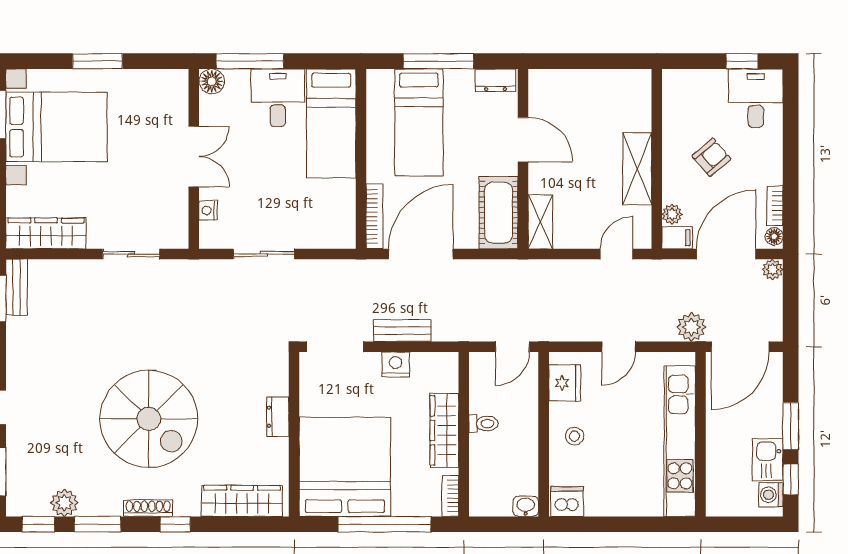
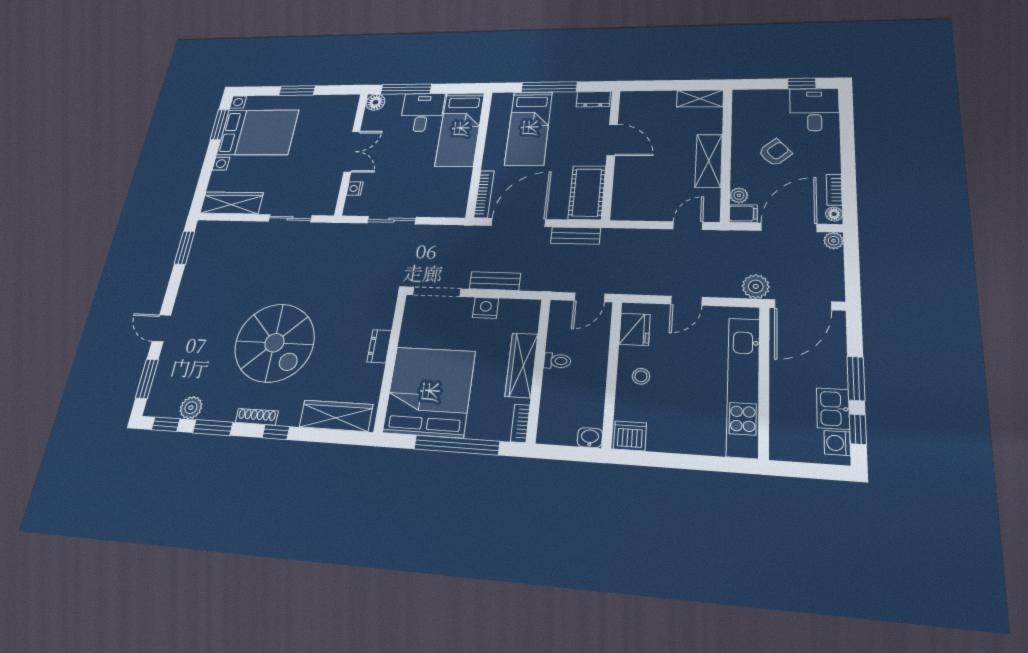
shelving: (540, 222) -> (700, 99), moved, turned 90
bench: (17, 287) -> (576, 236), moved, turned 90

